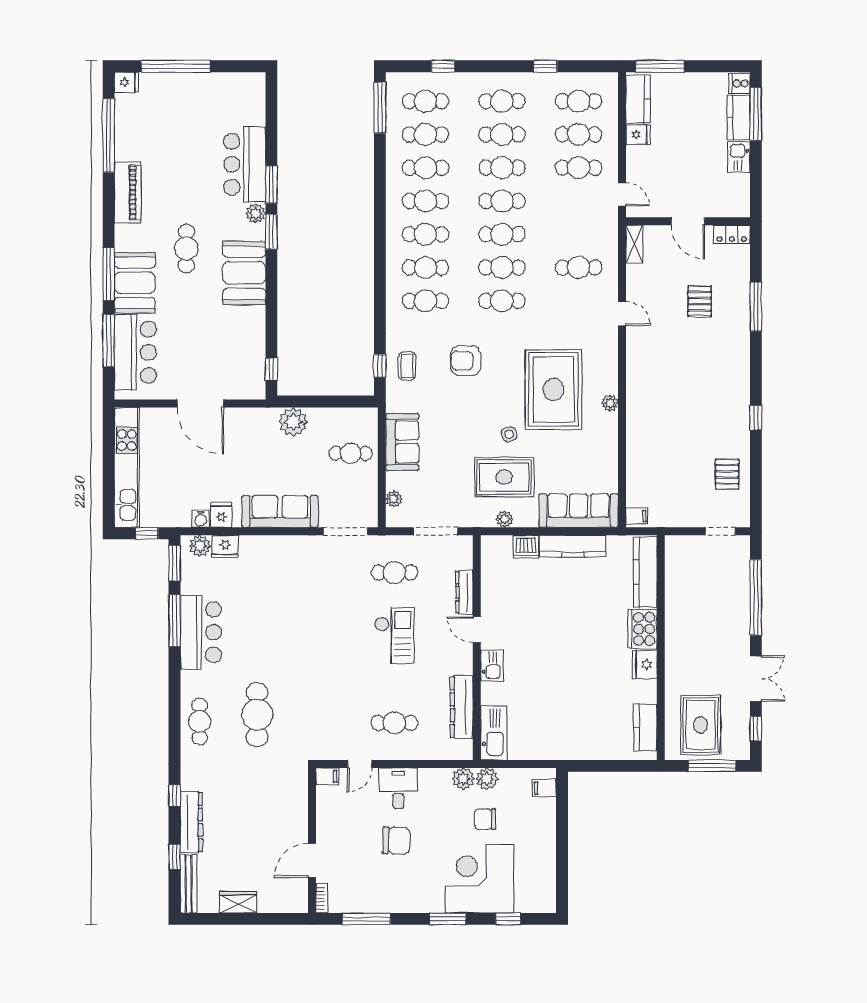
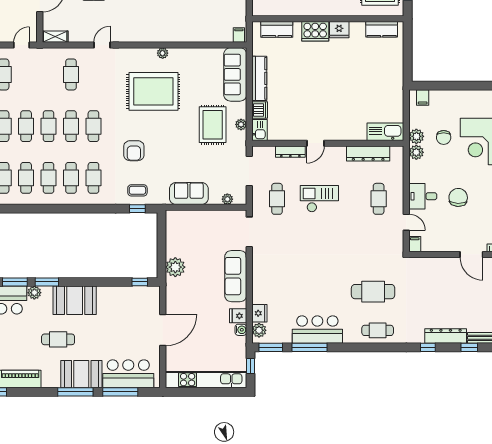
side table: (509, 434) -> (184, 121), removed
cafe table: (351, 453) -> (197, 228), removed
kitchen counter: (645, 572) -> (277, 29), width x0.67
kitchen sink: (492, 665) -> (259, 130), moved, turned 90

